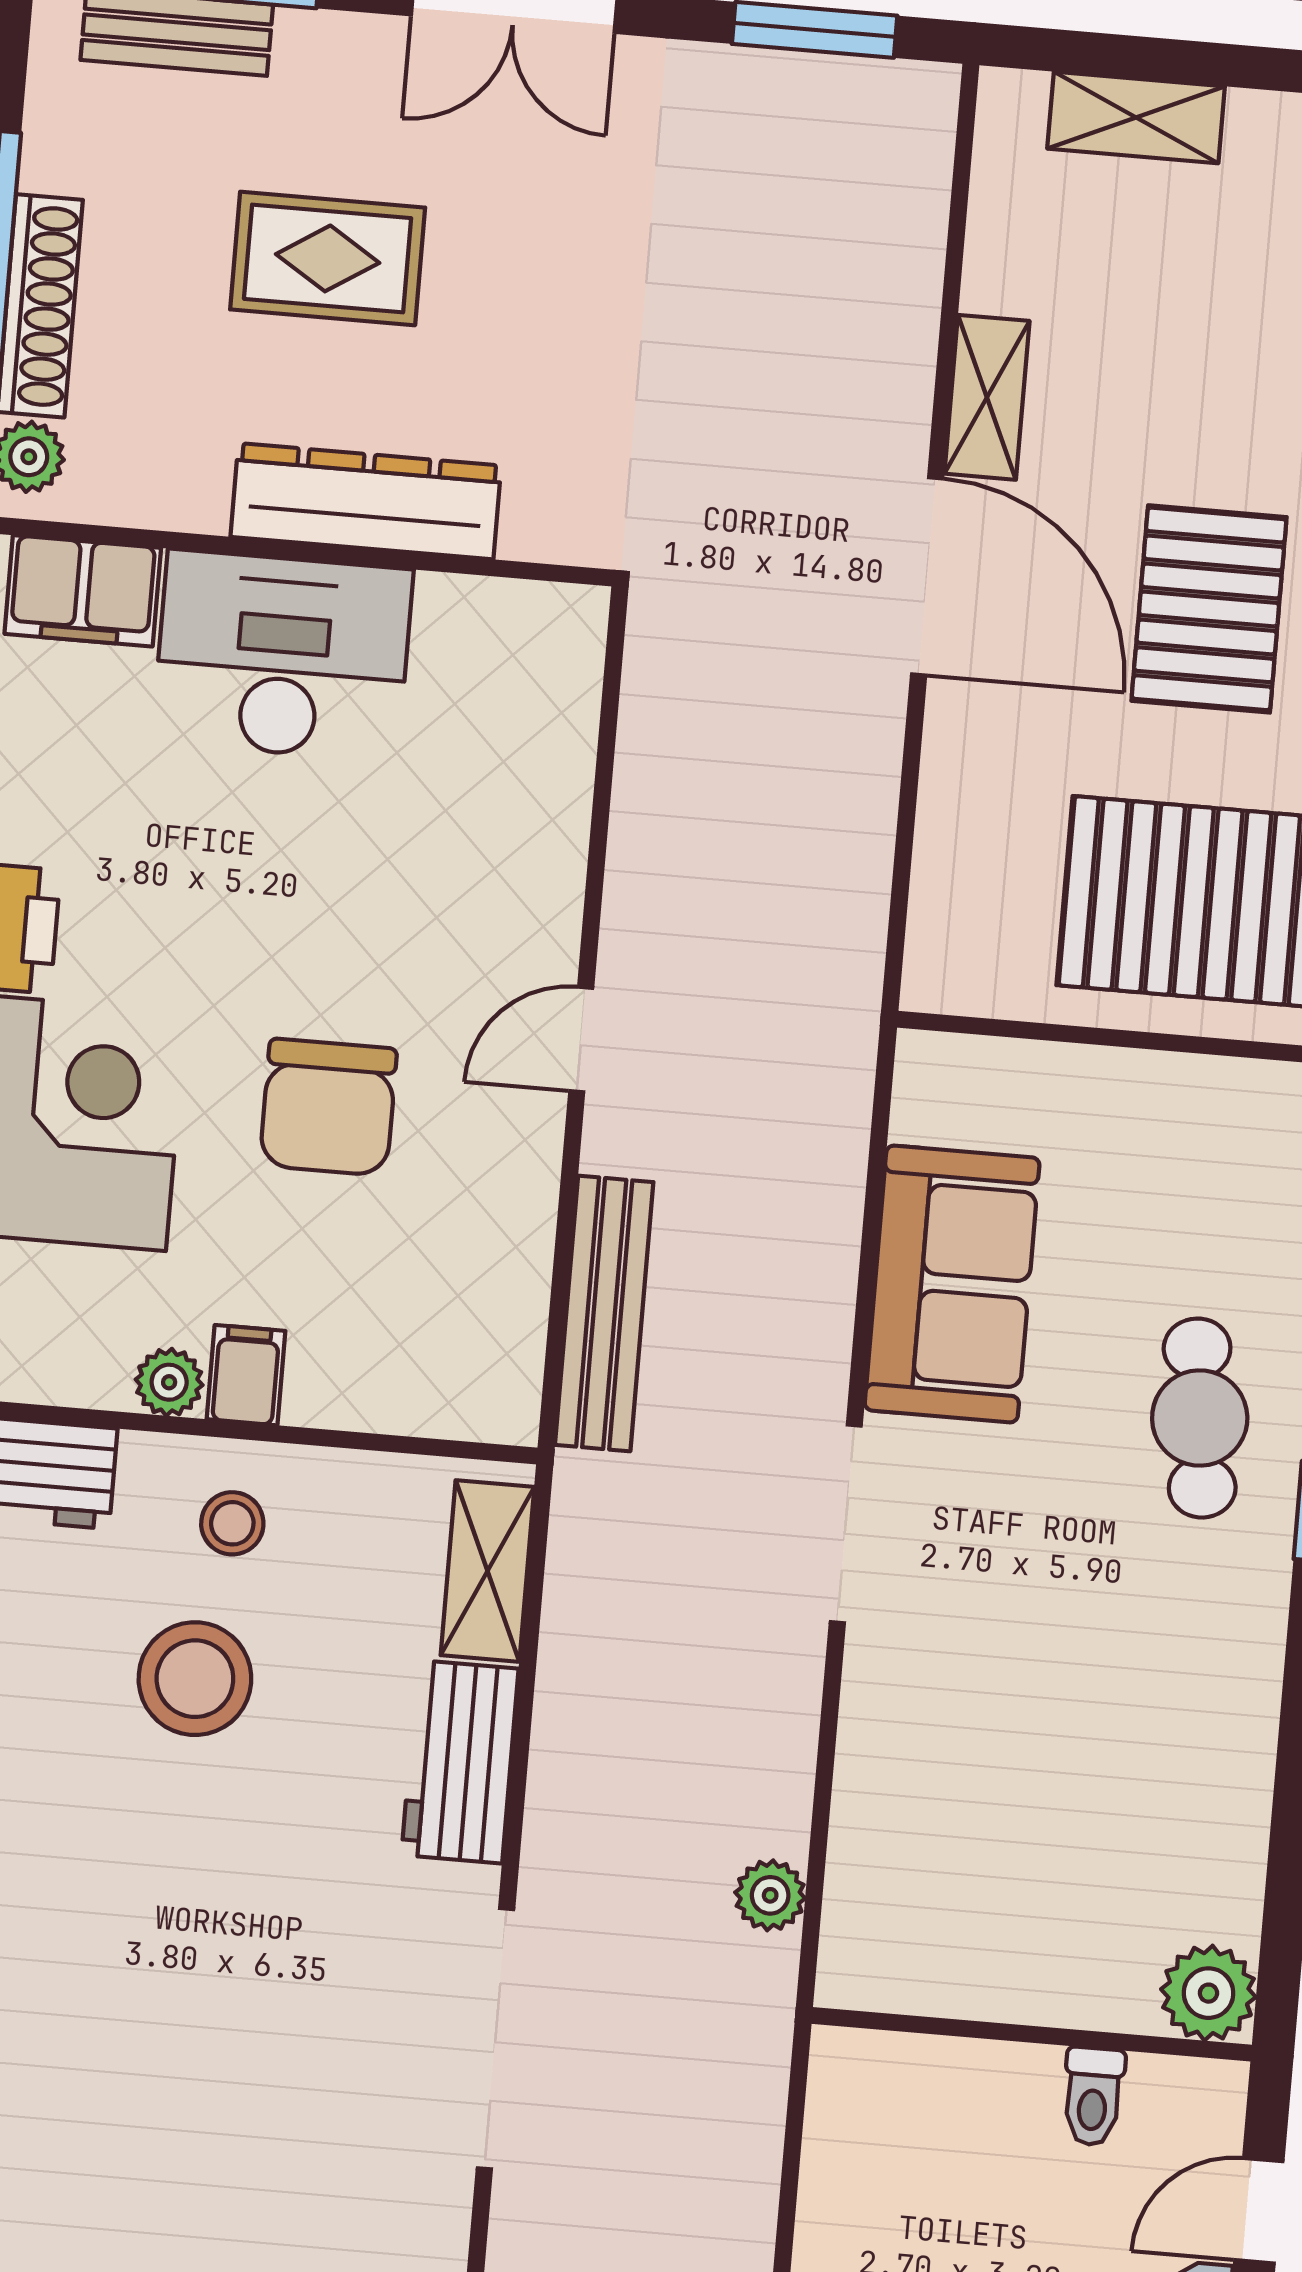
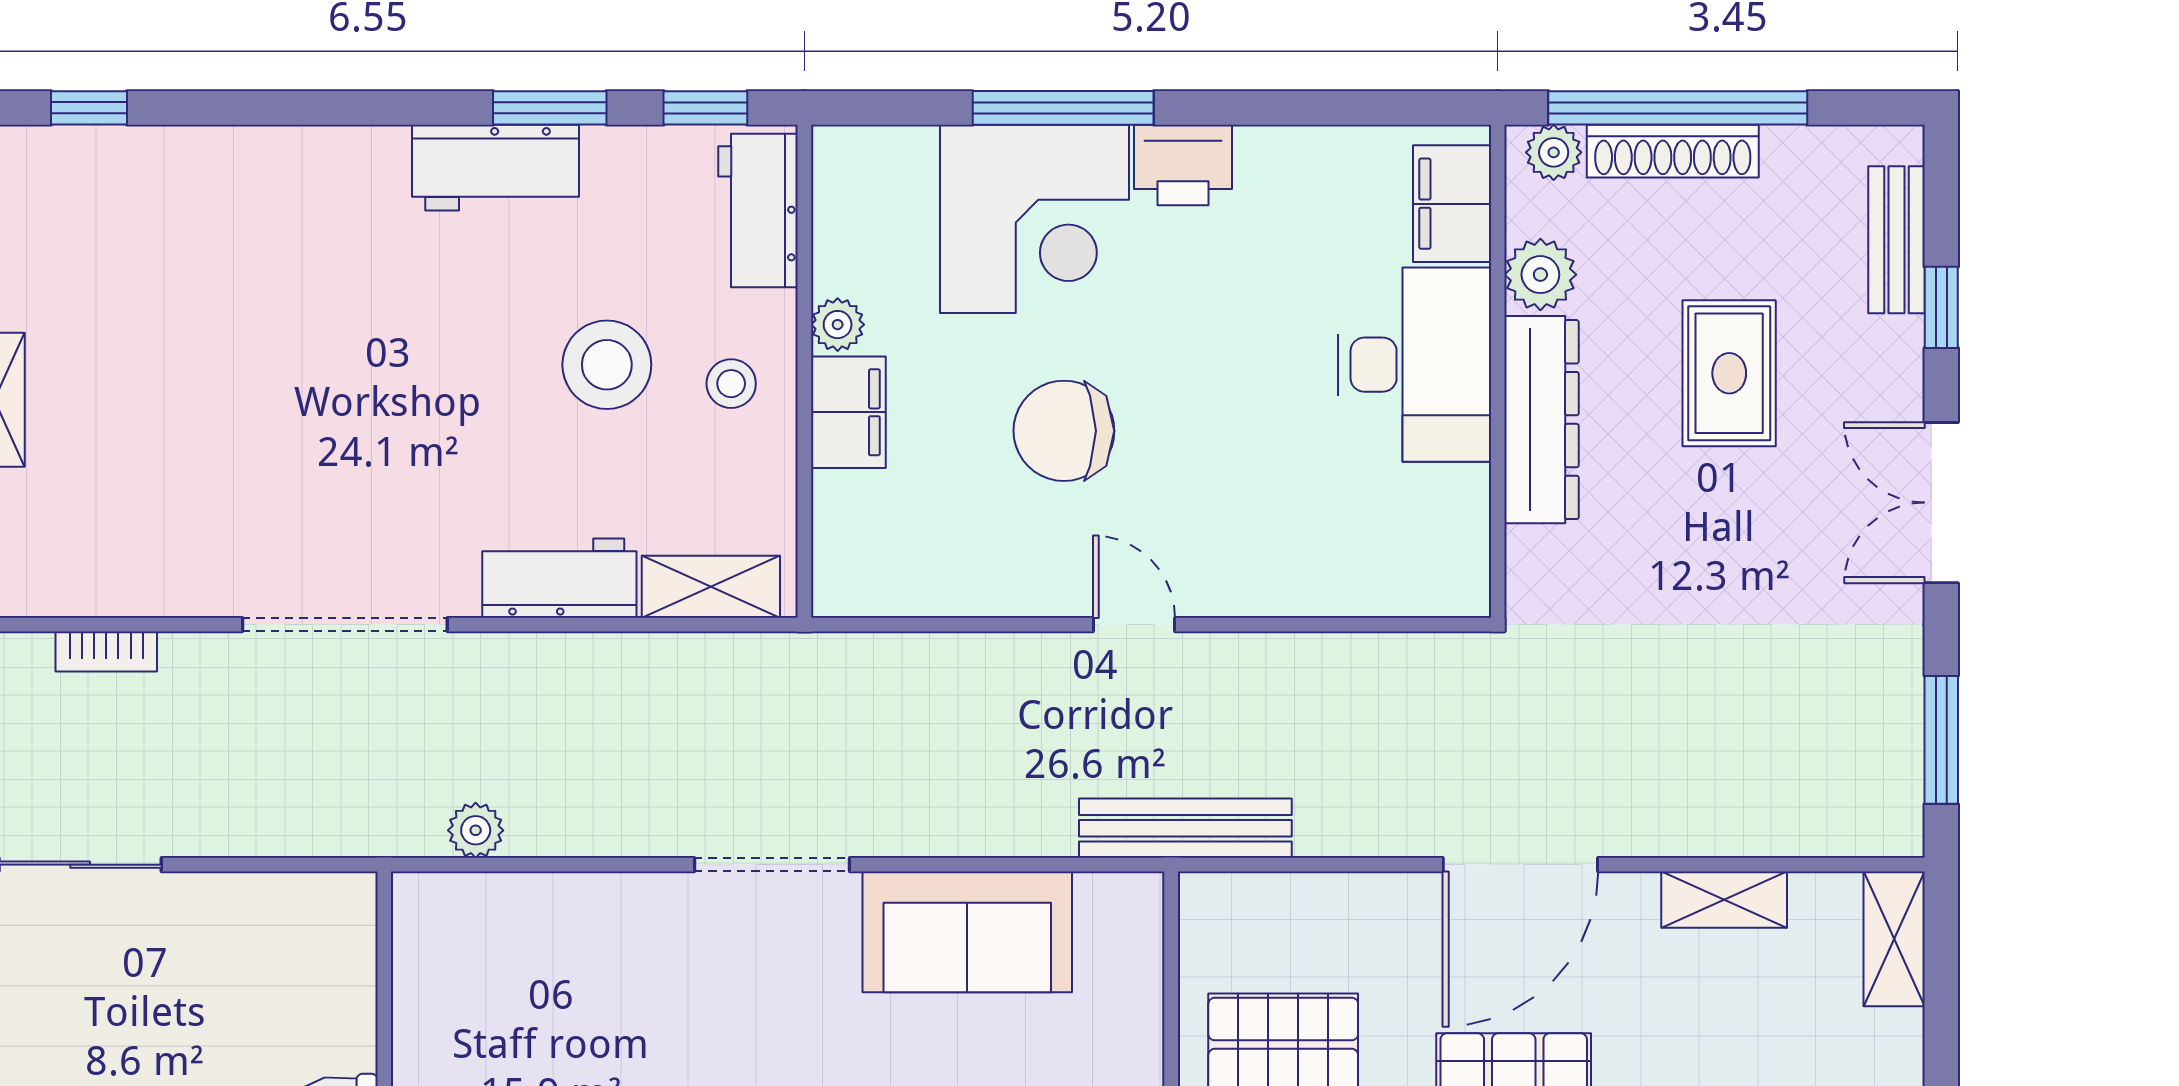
shelving: (1136, 117) -> (1894, 939), moved
shelving: (987, 397) -> (1724, 900), moved
plant: (182, 487) -> (1540, 275), added
bench: (604, 1313) -> (1185, 828), moved
filing cabinet: (246, 1375) -> (848, 412), width x2.00

